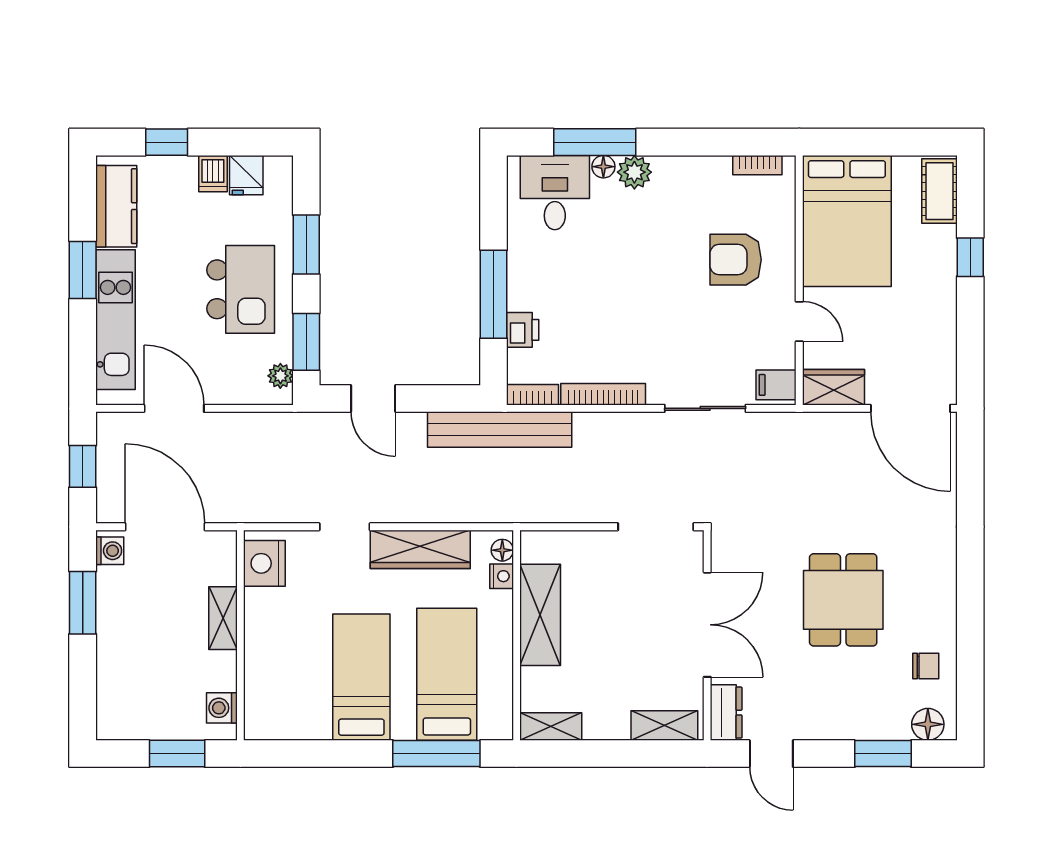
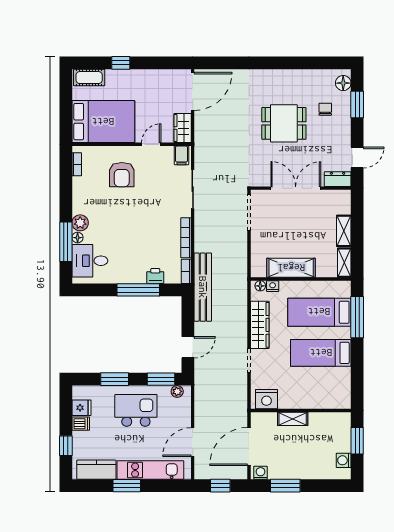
chair: (926, 666) -> (325, 109), moved
washing machine: (222, 708) -> (344, 460), moved, turned 90
shelving: (664, 725) -> (344, 231), moved

